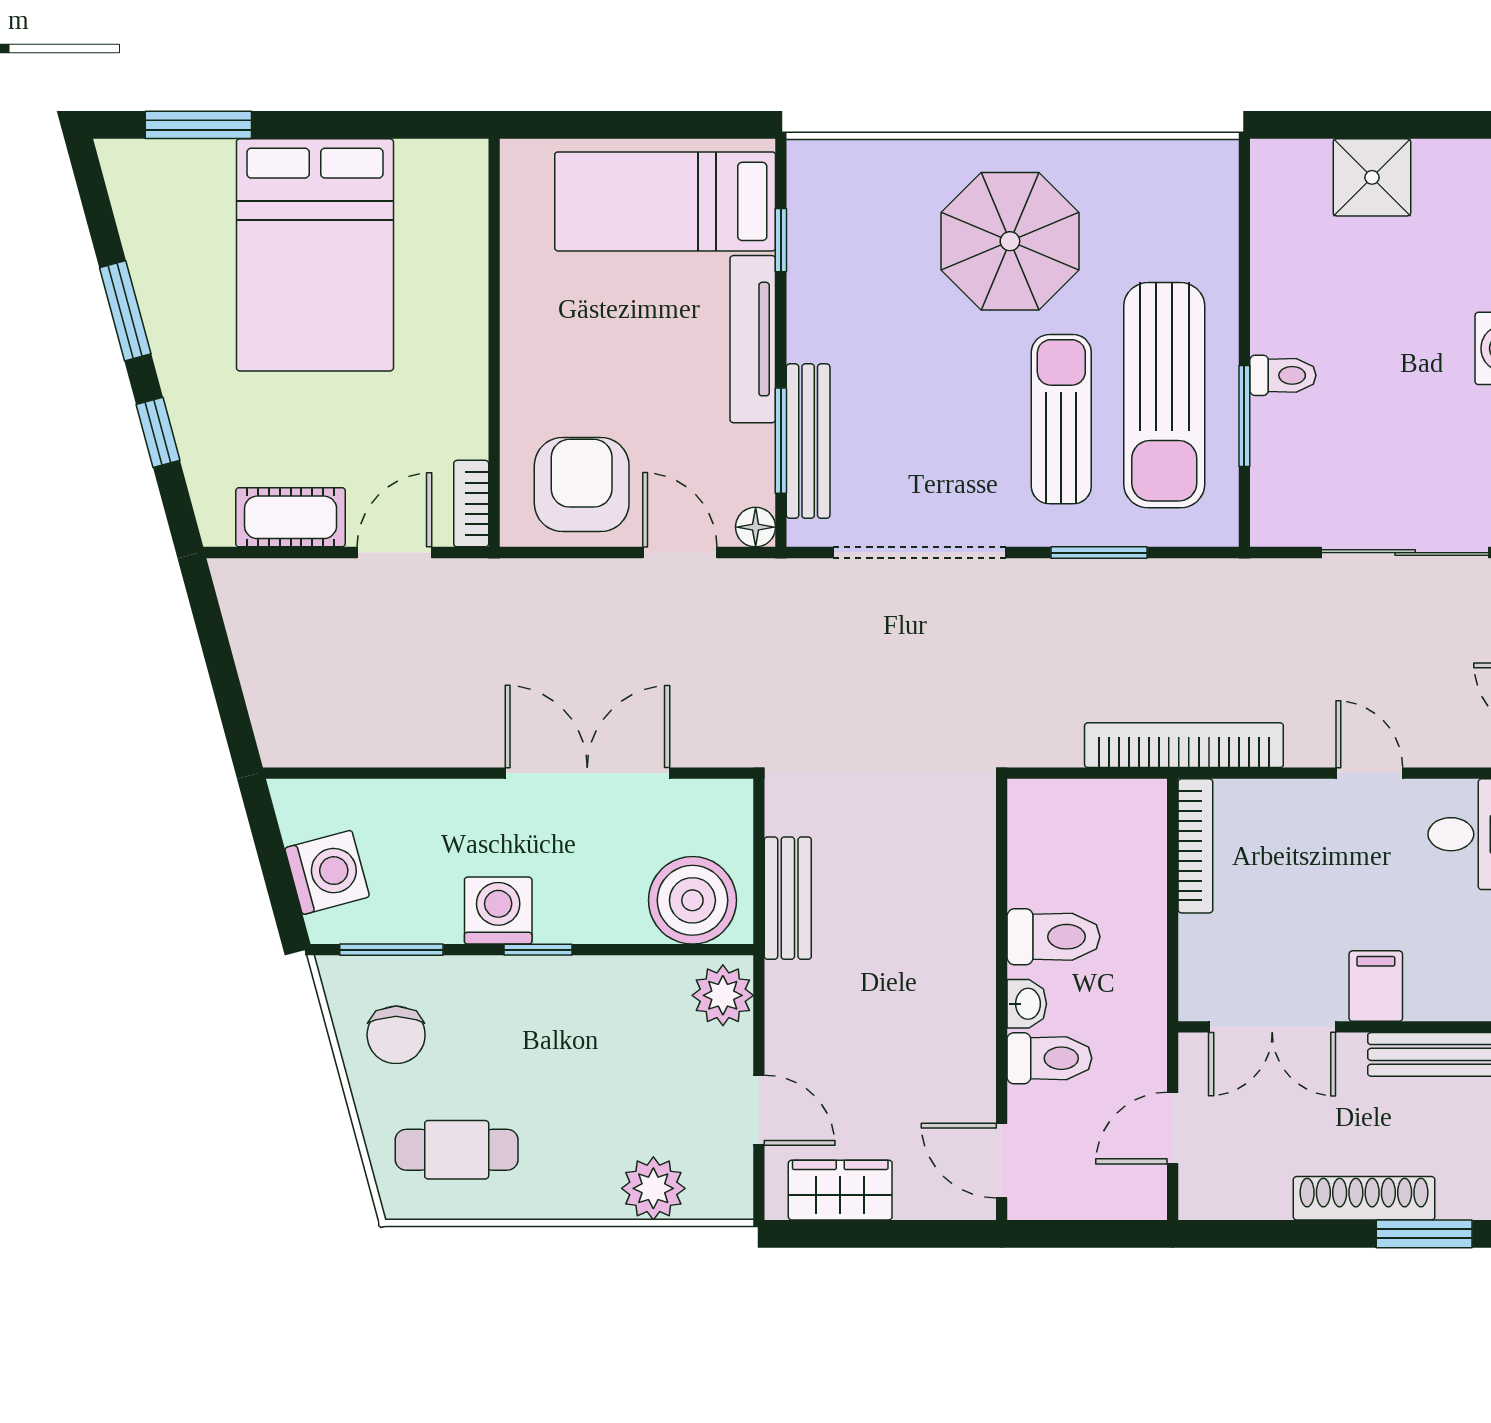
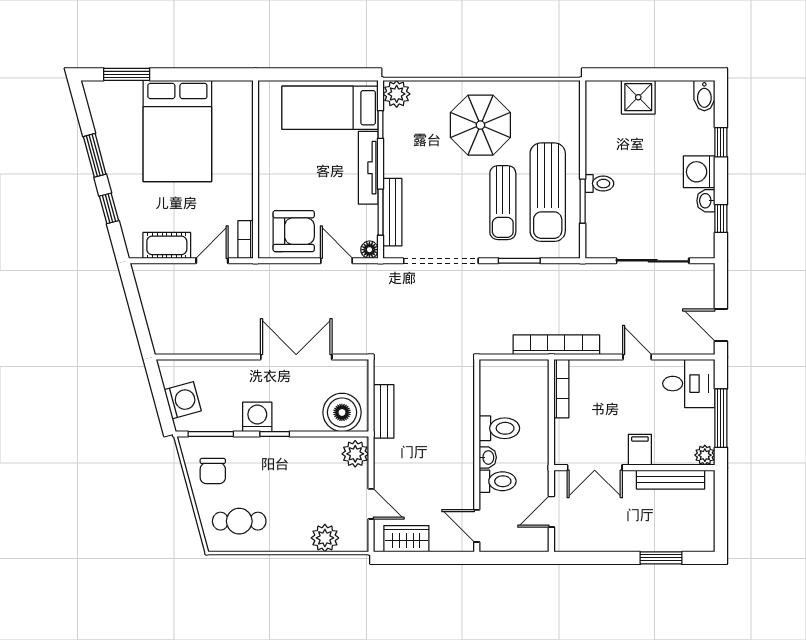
plant: (818, 170) -> (397, 94), added
sun lounger: (1061, 419) -> (503, 203), turned 180
armchair: (582, 485) -> (294, 231), turned 90
shoe rack: (1364, 1198) -> (635, 542), removed

